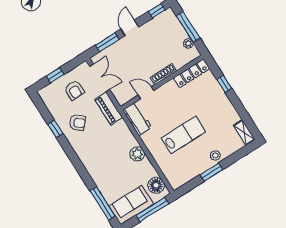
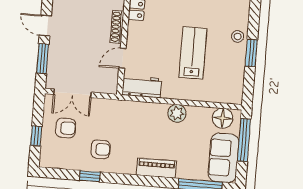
double door: (100, 78) -> (72, 93), swing flipped
piano: (109, 109) -> (156, 168), moved, turned 180
armchair: (78, 123) -> (101, 149), turned 50

